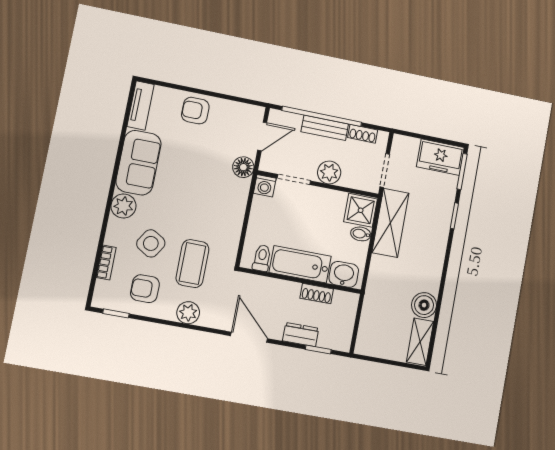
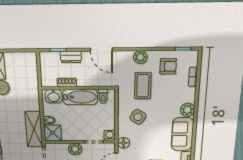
side table: (151, 243) -> (138, 117), moved

